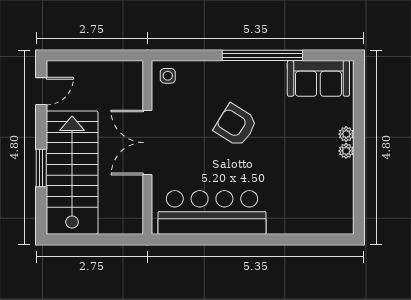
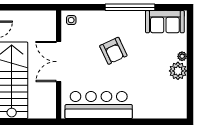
armchair: (236, 125) -> (113, 51), turned -147
plant: (346, 151) -> (178, 71), width x1.87, depth x1.87

